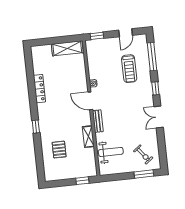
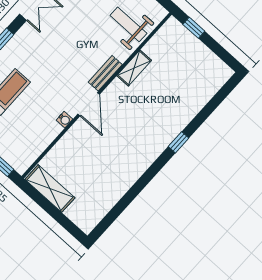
locker: (39, 89) -> (129, 179), removed
pallet: (59, 150) -> (181, 89), removed

